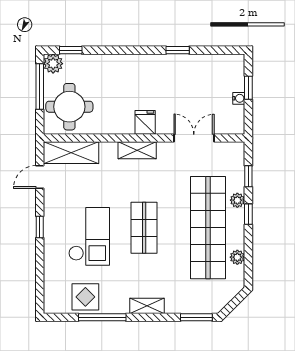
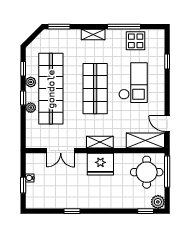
window: (40, 87) -> (167, 172), moved
fridge: (145, 122) -> (100, 164), width x1.88, depth x1.34
window: (248, 176) -> (23, 69), moved
door: (40, 177) -> (167, 124), swing flipped
window: (40, 227) -> (167, 62), moved
shop shelf: (144, 228) -> (95, 89), width x1.43, depth x1.36
checkout: (89, 236) -> (133, 83), turned 180
plant: (237, 257) -> (31, 82), moved

